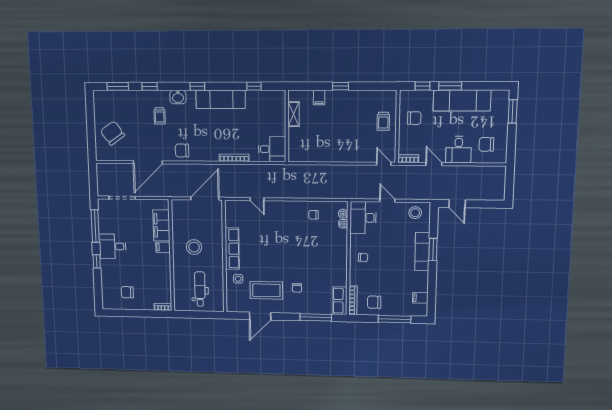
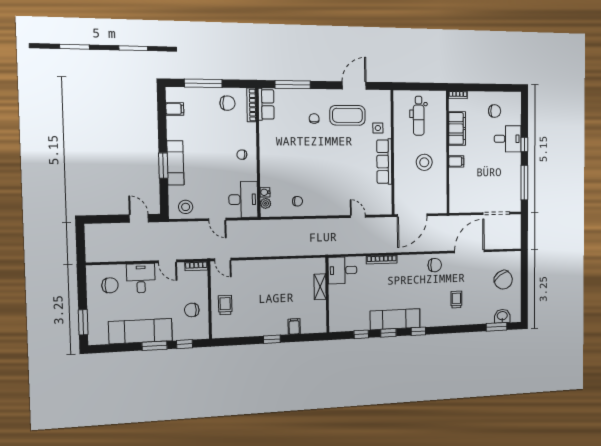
window: (150, 86) -> (388, 333), moved
washbasin: (178, 97) -> (502, 316), moved
shelving: (294, 114) -> (320, 287), moved
filing cabinet: (161, 225) -> (457, 128), moved
desk: (113, 246) -> (508, 139), moved

